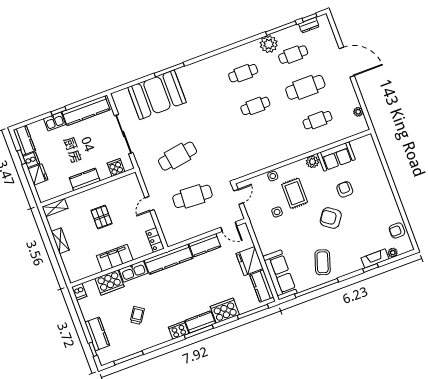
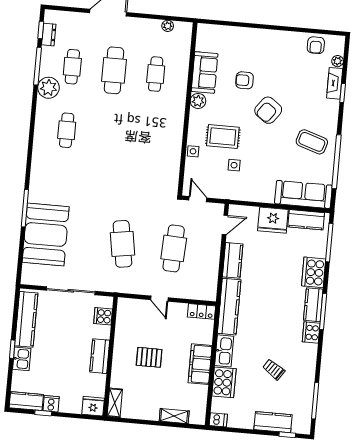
cafe table: (255, 106) -> (108, 134), removed
fridge: (38, 174) -> (93, 406), moved
shelving: (60, 241) -> (174, 416), moved

